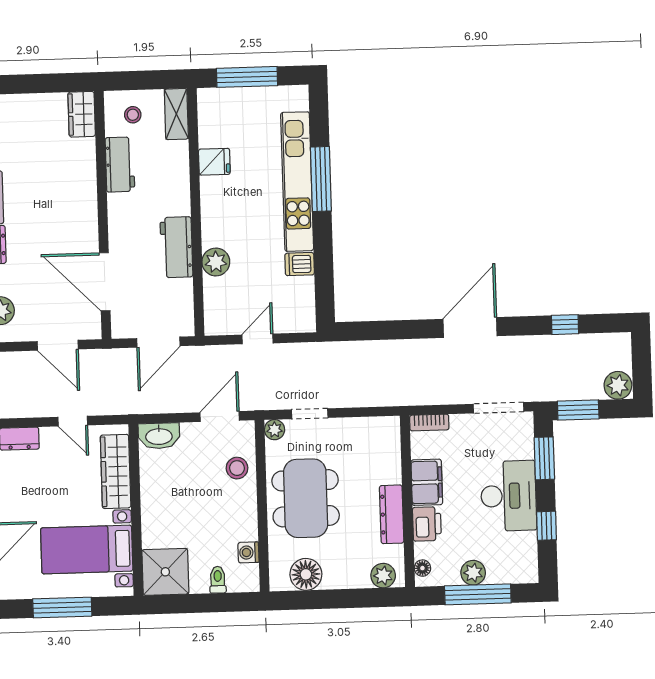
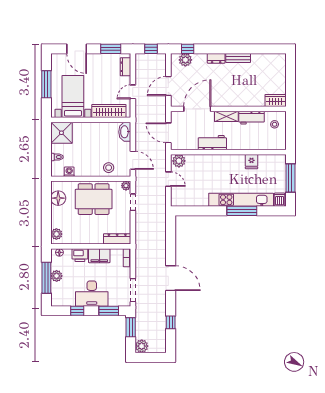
shelving: (176, 114) -> (226, 116), moved
plant: (216, 262) -> (179, 161), moved
dishwasher: (300, 264) -> (280, 200), moved
dresser: (392, 514) -> (117, 239), moved

